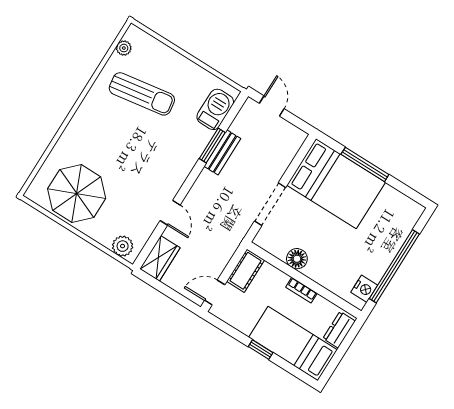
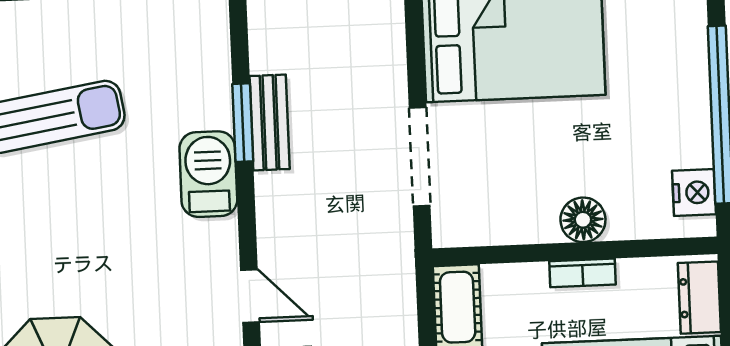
barbecue: (215, 109) -> (208, 174), moved
floor lamp: (297, 259) -> (583, 220), moved

